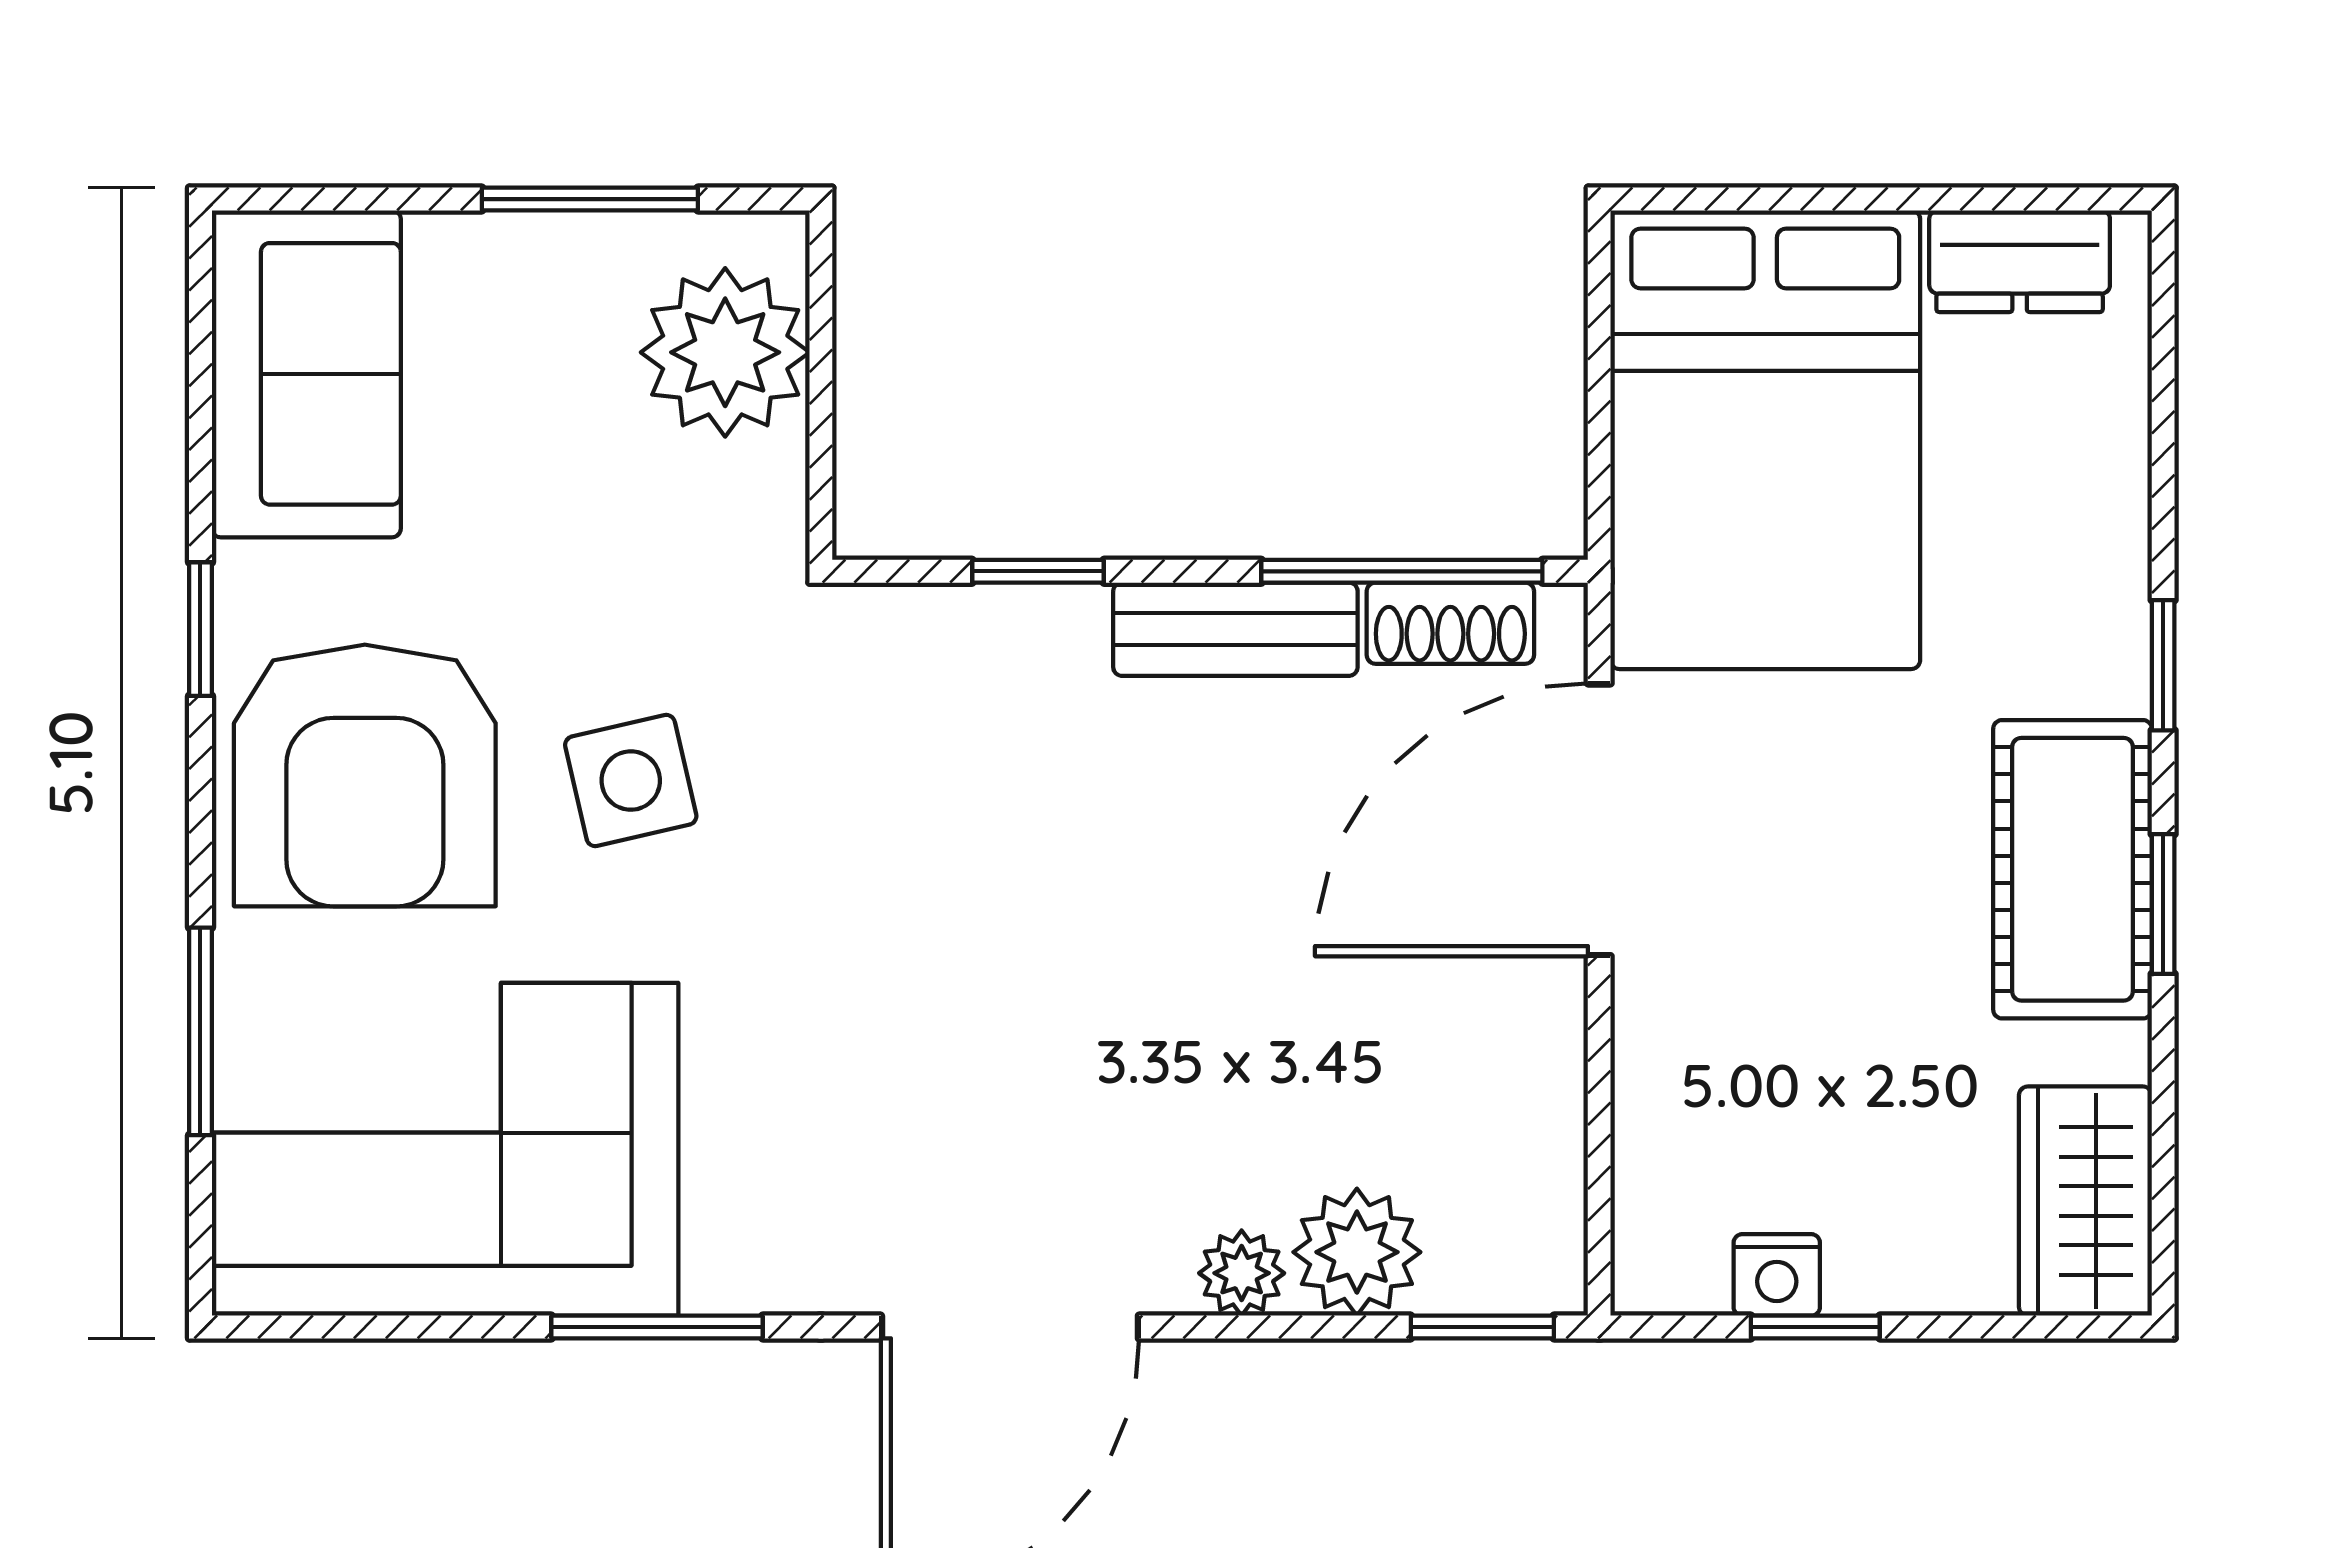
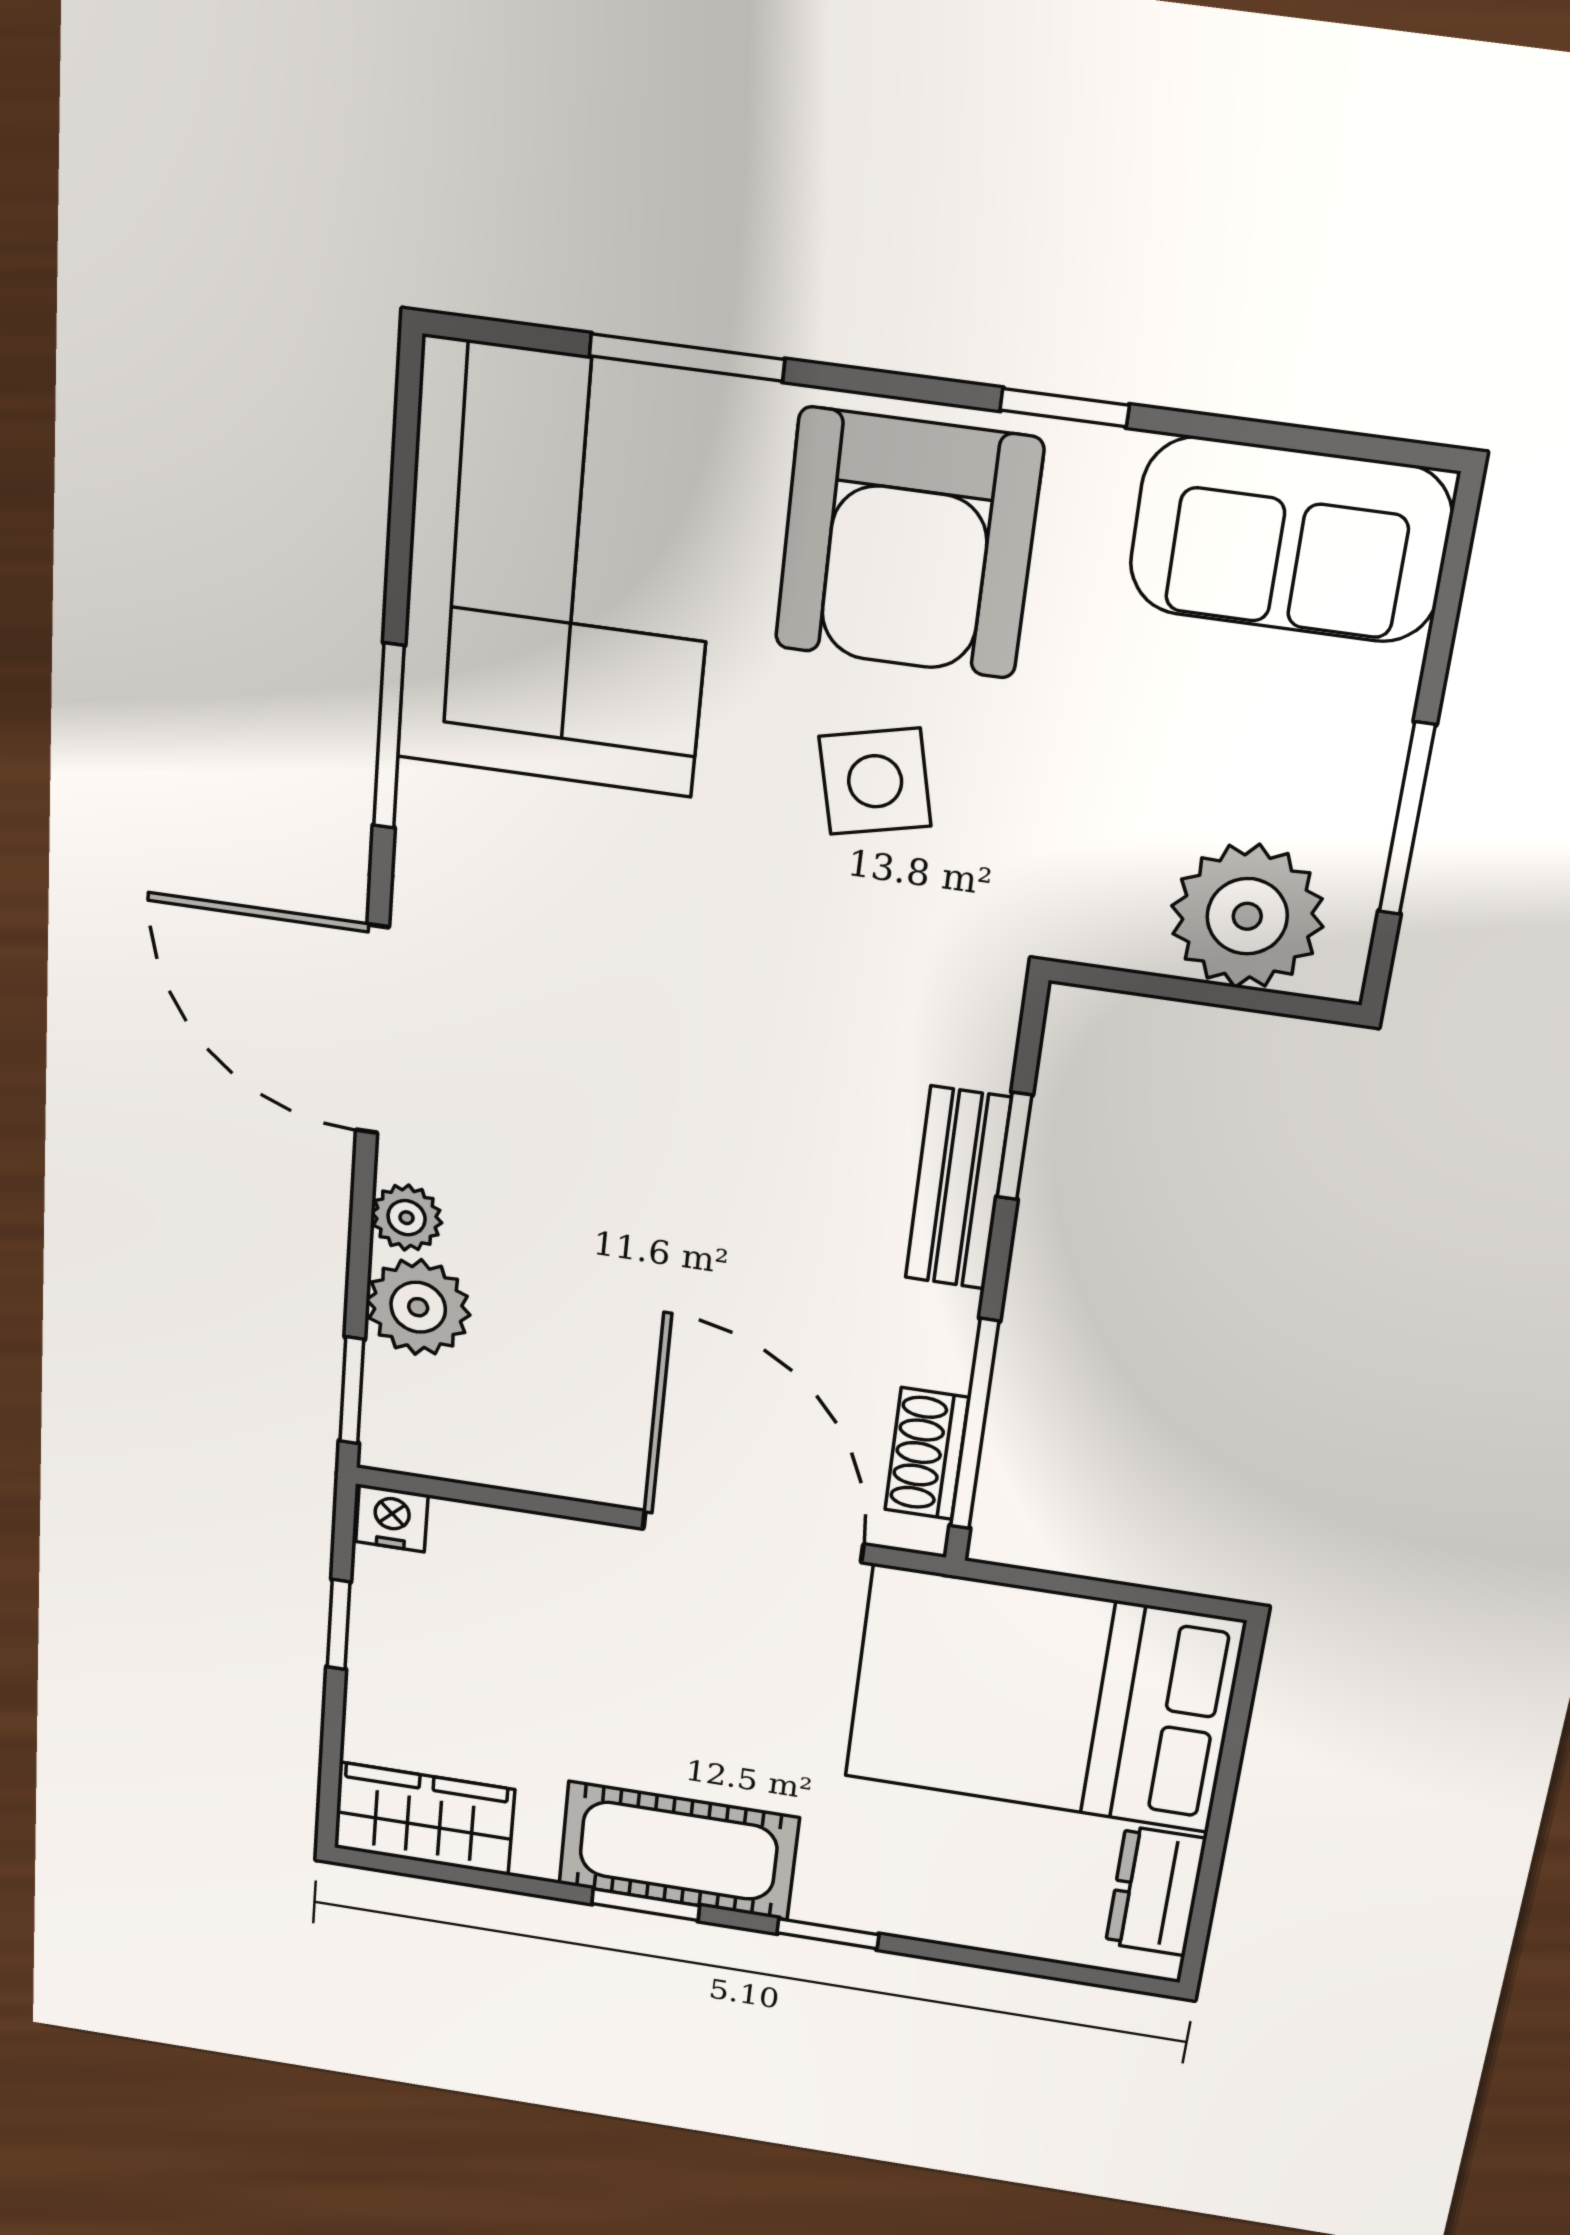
bench: (1235, 629) -> (958, 1188), moved
armchair: (365, 775) -> (908, 544), turned -90
nightstand: (1777, 1275) -> (392, 1518), moved, turned 90

